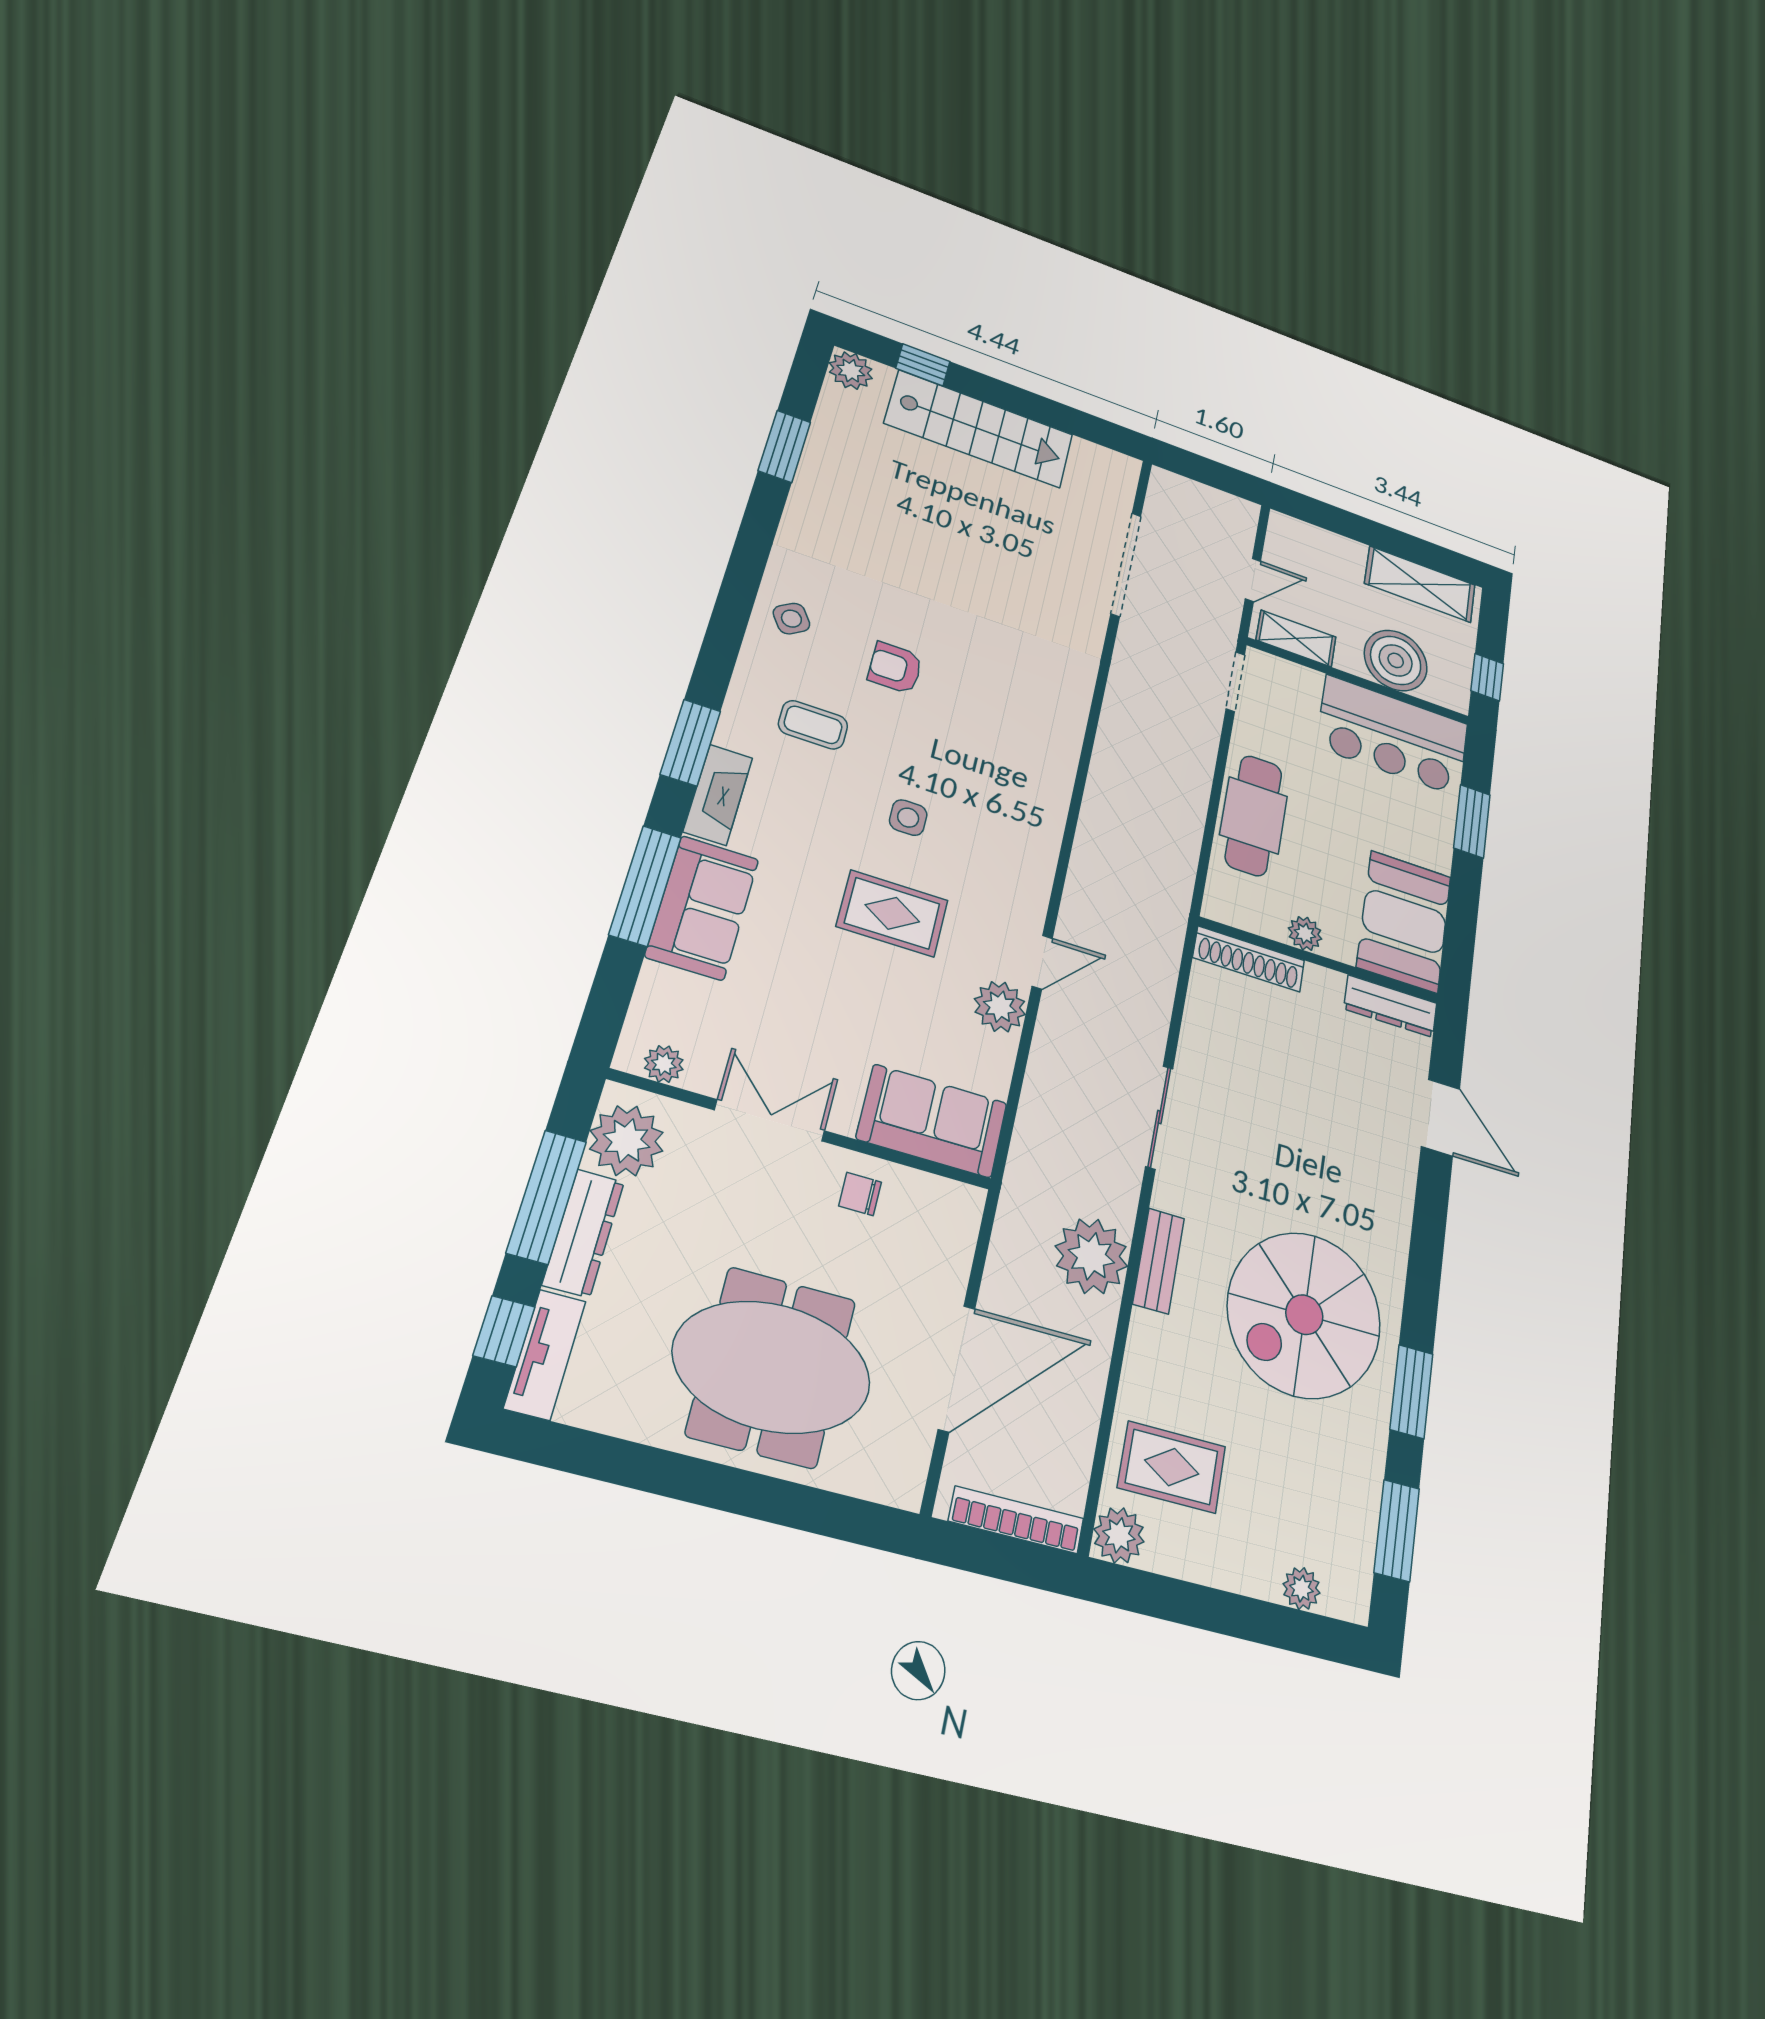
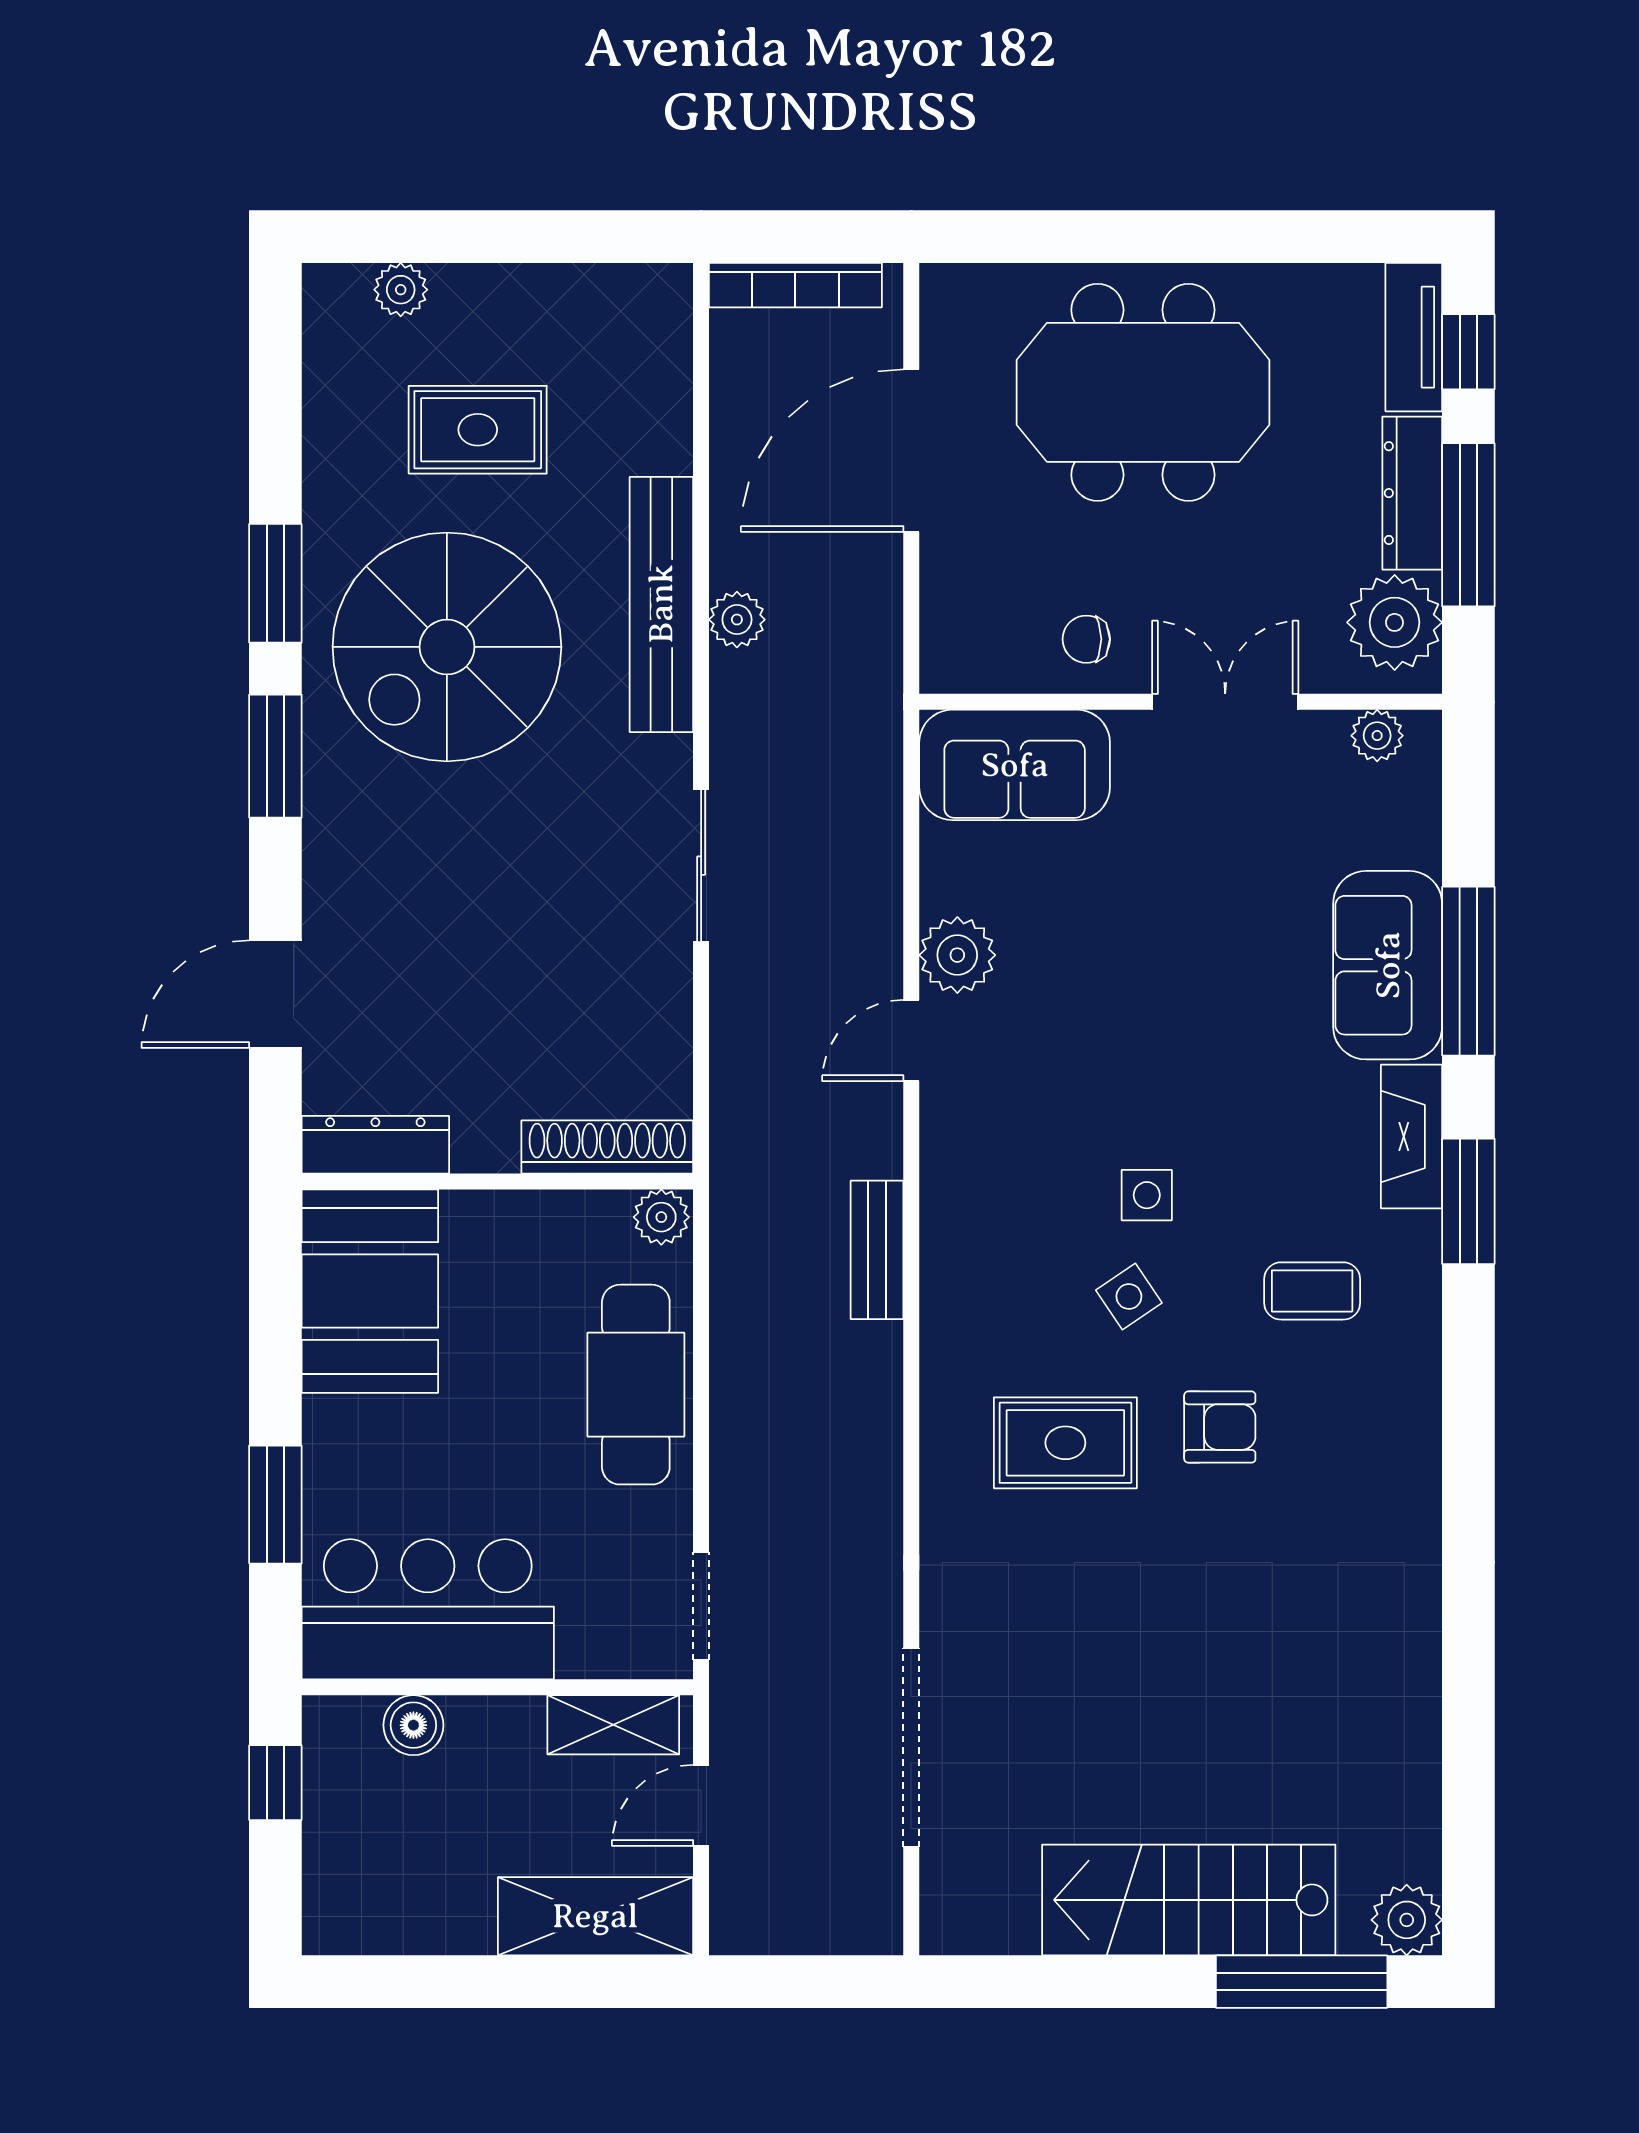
window: (923, 365) -> (1302, 1982), width x2.17
window: (784, 446) -> (1468, 1738), removed
shelving: (1420, 584) -> (595, 1916), moved
side table: (791, 619) -> (1129, 1296), moved
boiler: (1396, 660) -> (413, 1725), width x0.54, depth x0.54
bench: (1091, 843) -> (877, 1250), added
rug: (892, 913) -> (1065, 1443), moved
plant: (1305, 934) -> (661, 1217), moved
door: (1441, 1117) -> (275, 994), hinge flipped
double door: (770, 1120) -> (1225, 702), swing flipped
chair: (860, 1194) -> (1086, 639), turned 180
plant: (1091, 1256) -> (737, 620), width x0.53, depth x0.53
bench: (1159, 1261) -> (661, 604), width x1.86, depth x1.21
spiral stairs: (1304, 1315) -> (447, 647), turned 180
rug: (1172, 1467) -> (478, 430), moved
window: (1397, 1530) -> (275, 756), moved
plant: (1119, 1535) -> (658, 298), removed

